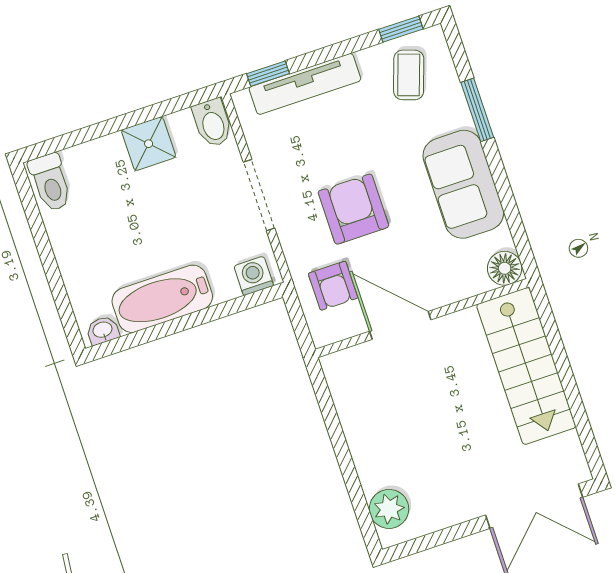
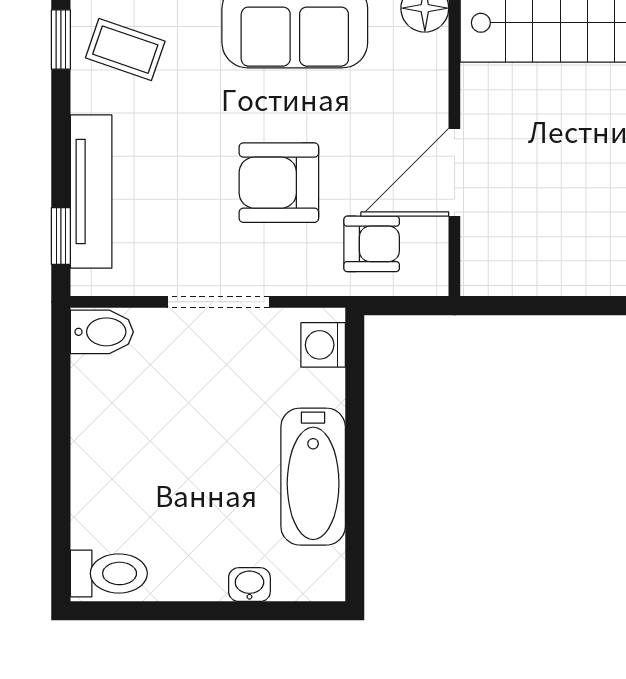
shower: (149, 144) -> (101, 426), removed
washbasin: (103, 330) -> (249, 585), moved, turned 90

